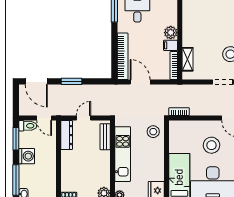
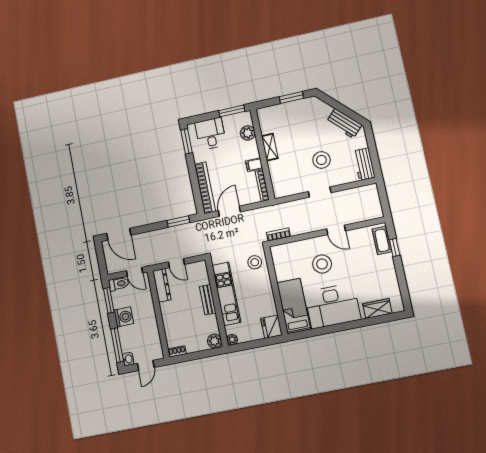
plant: (171, 33) -> (248, 133), moved
shelving: (187, 59) -> (270, 147), moved
window: (71, 81) -> (178, 222), moved
door: (140, 82) -> (229, 211), hinge flipped
door: (84, 118) -> (176, 263), swing flipped
bench: (105, 137) -> (208, 300), moved

